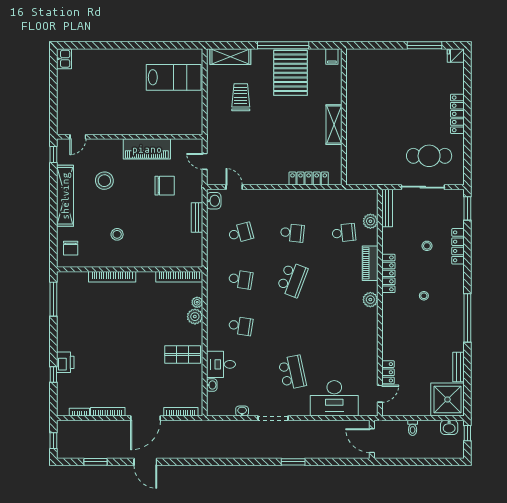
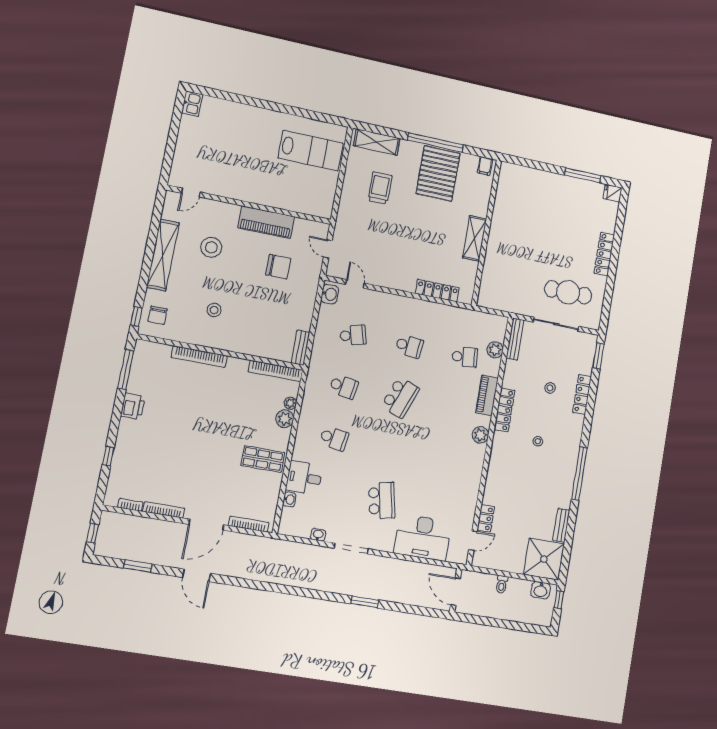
window: (53, 155) -> (136, 317), moved
bench: (197, 217) -> (300, 348), moved
printer: (65, 362) -> (133, 406), moved

